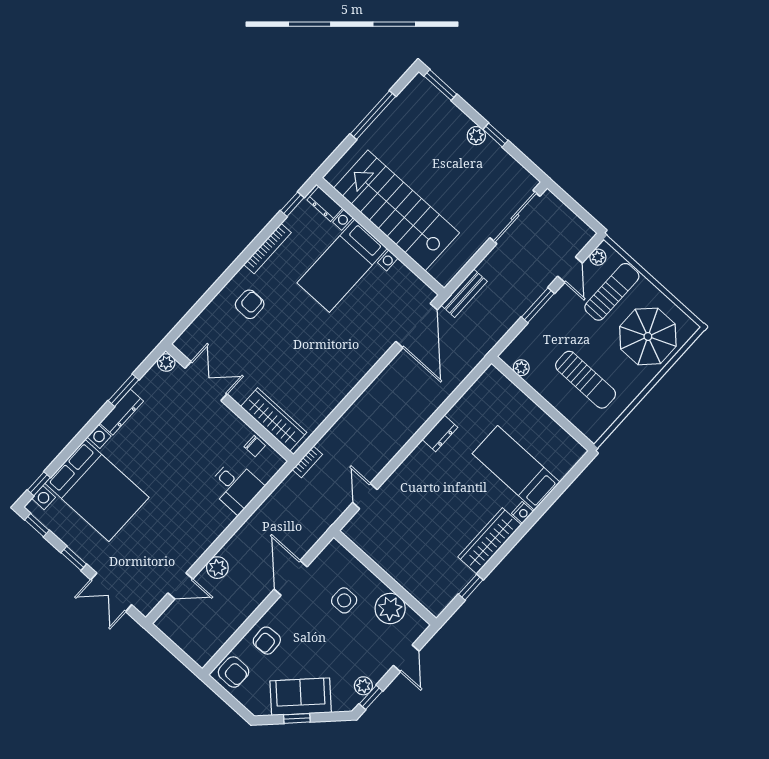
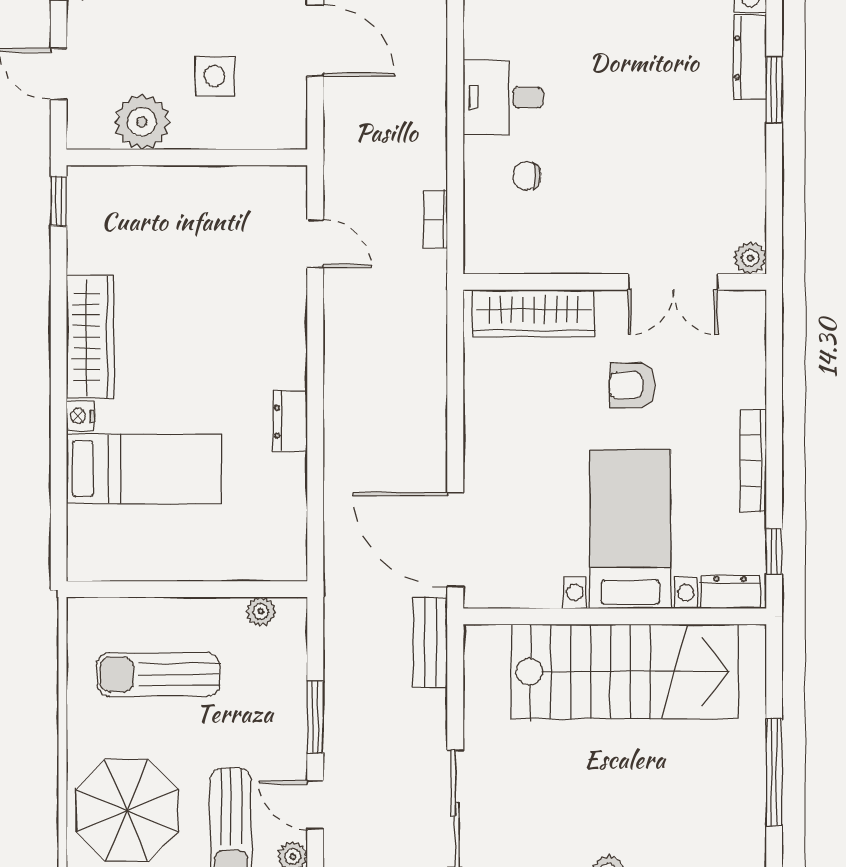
armchair: (250, 304) -> (632, 385), moved, turned 90
plant: (166, 363) -> (750, 258), moved
double door: (206, 381) -> (673, 282), moved
wall: (230, 403) -> (615, 282), moved
wardrobe: (274, 419) -> (534, 313), moved
window: (471, 587) -> (59, 201), moved

